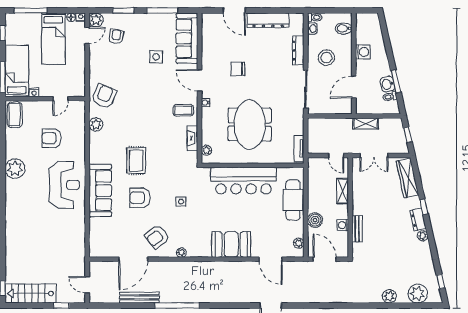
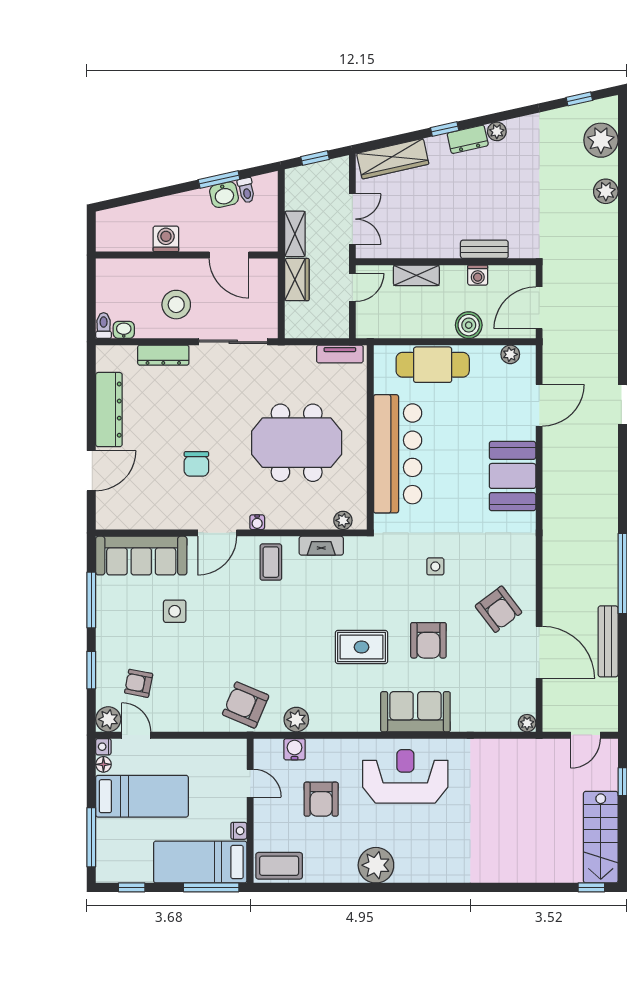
bidet: (344, 28) -> (124, 273), removed
water cooler: (79, 123) -> (295, 749), added
wardrobe: (340, 125) -> (297, 280), added
sofa: (100, 191) -> (415, 712), width x0.73
plant: (181, 253) -> (527, 723), moved

